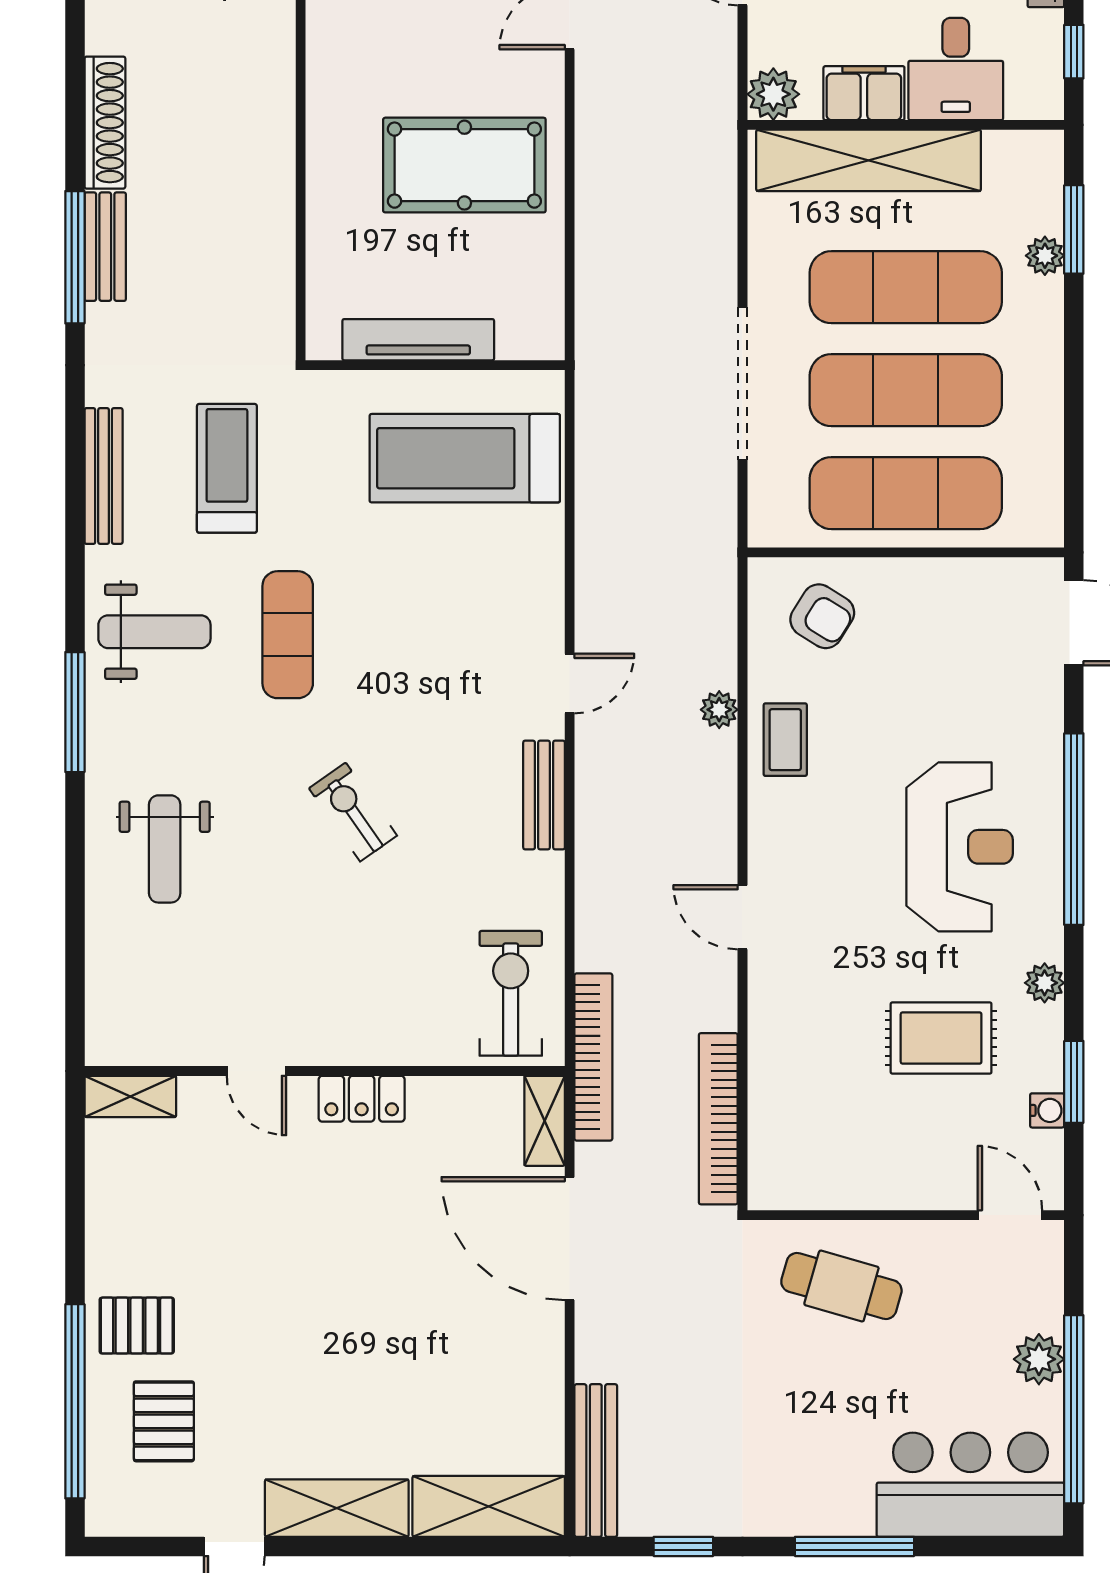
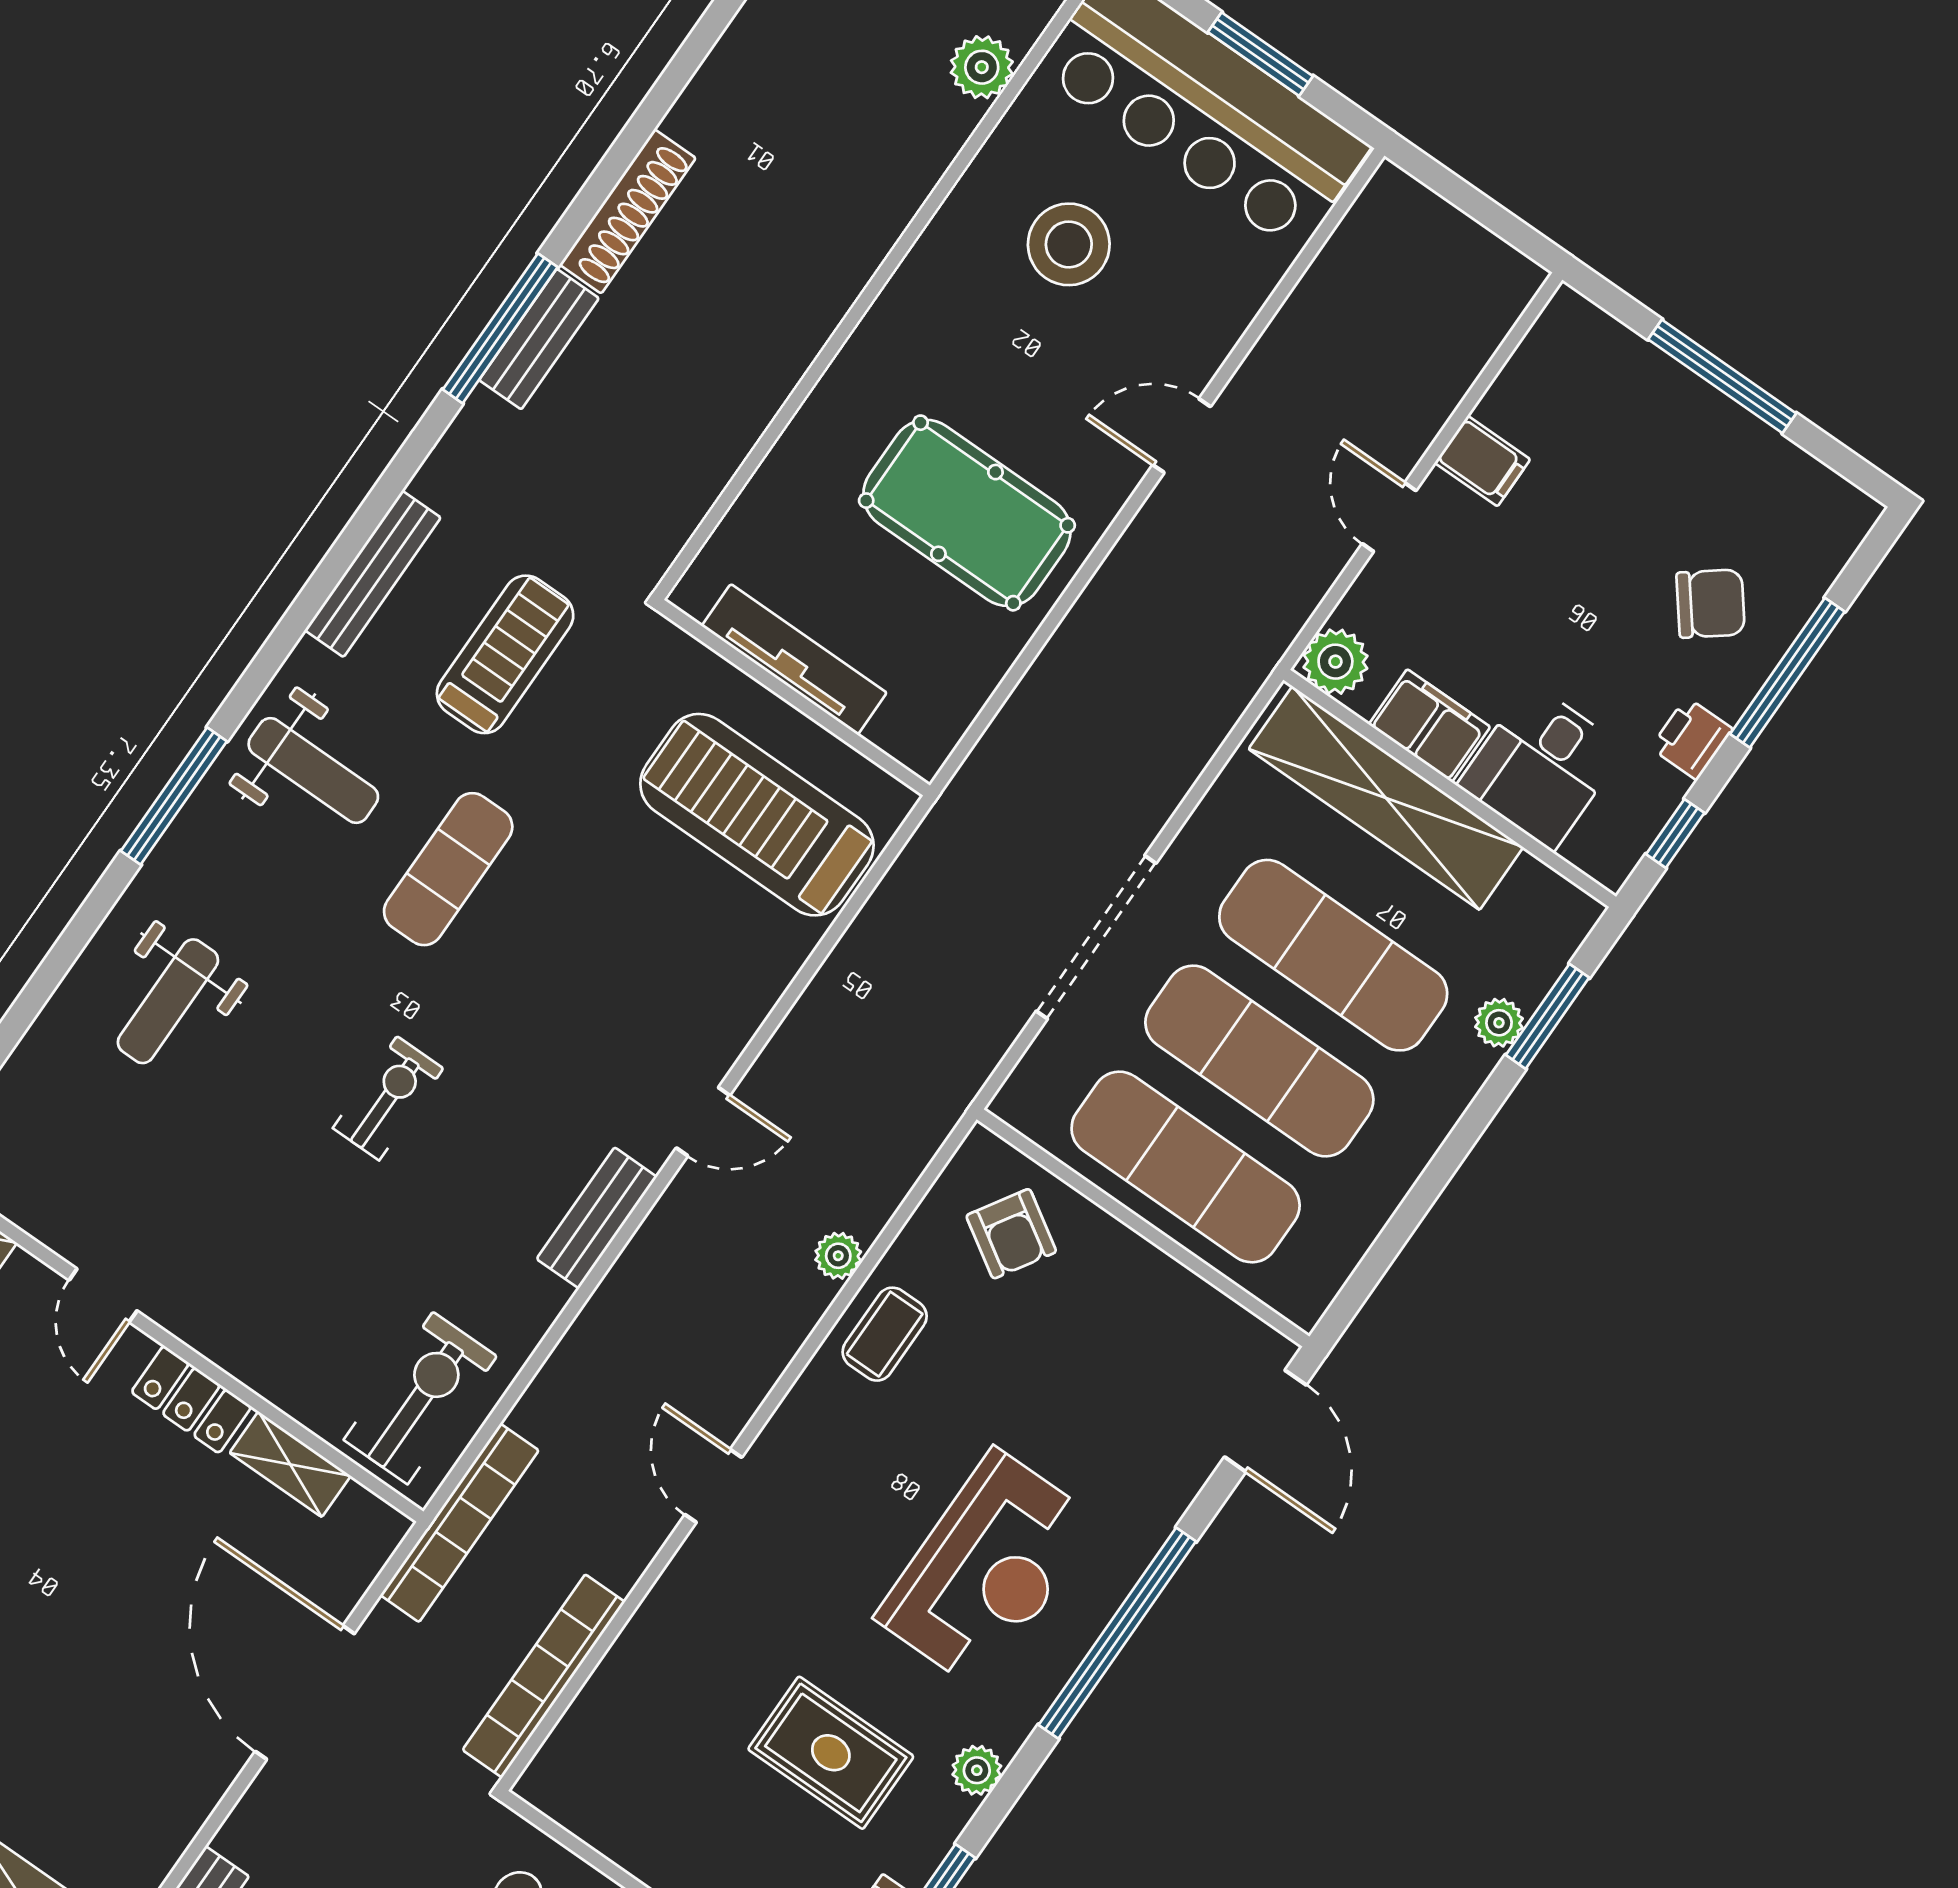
exercise bike: (353, 812) -> (388, 1098), turned 35
shelving: (545, 1121) -> (290, 1464), moved, turned 90

